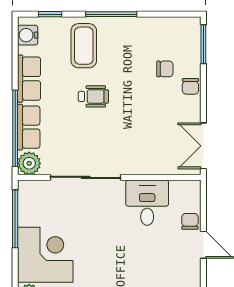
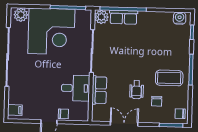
coffee table: (84, 46) -> (169, 78), moved
row of seats: (29, 79) -> (99, 90), moved, turned -90
chair: (190, 86) -> (180, 114), moved
wheelchair: (93, 96) -> (137, 90), moved
double door: (203, 146) -> (124, 124), moved
corner desk: (45, 255) -> (51, 31), width x1.36, depth x1.36

